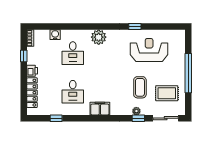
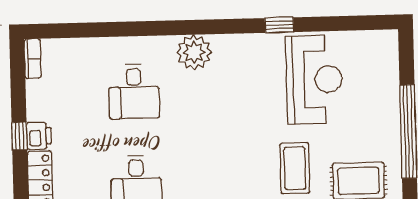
water cooler: (55, 35) -> (91, 49), removed
reception desk: (149, 50) -> (314, 80), turned 90
window: (24, 56) -> (19, 136), moved

